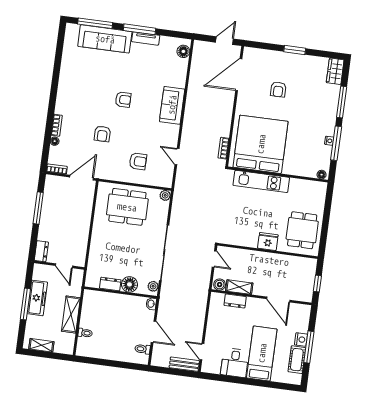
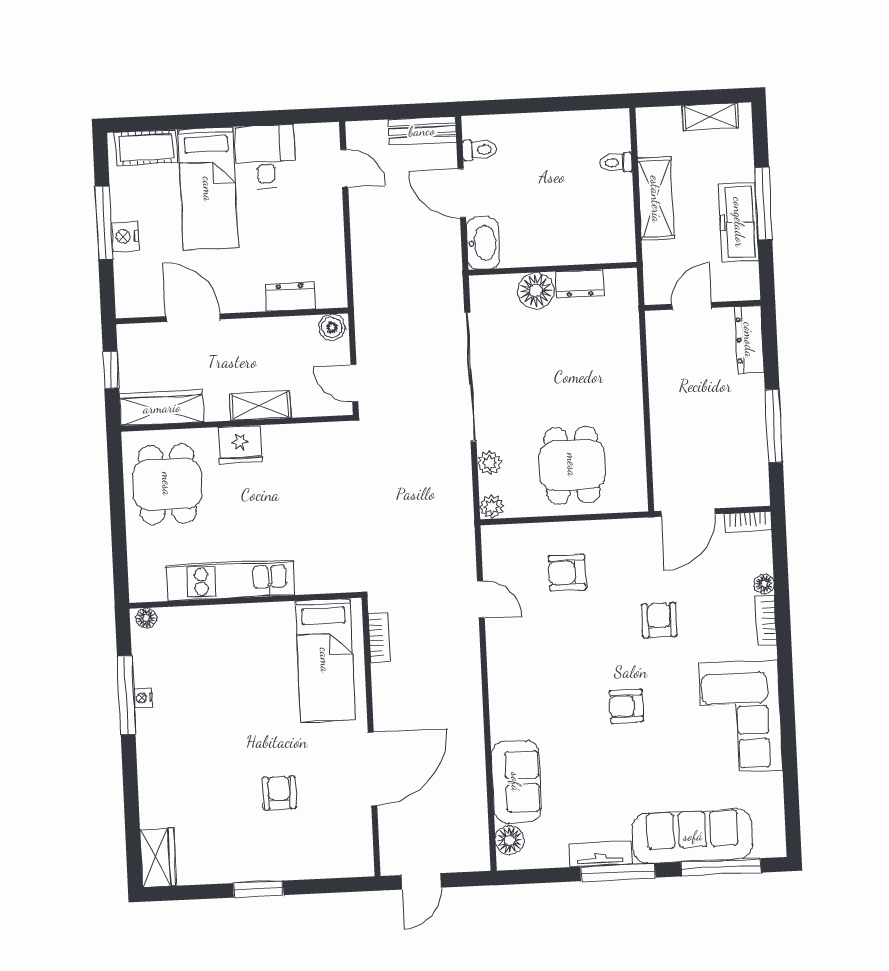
door: (239, 75) -> (373, 769), moved
corner sofa: (75, 86) -> (741, 717), added
window: (342, 102) -> (131, 791), removed
sofa: (172, 105) -> (516, 782), moved
bed: (261, 144) -> (325, 660), width x0.49
kitchen unit: (261, 181) -> (230, 580), moved
dining table: (127, 207) -> (572, 465), width x0.73
dresser: (41, 251) -> (749, 340), width x1.44
wardrobe: (299, 263) -> (162, 408), added
door: (64, 266) -> (692, 306), hinge flipped
plant: (153, 286) -> (489, 463), moved
shelving: (239, 287) -> (260, 406), moved
washbasin: (151, 304) -> (483, 243), width x1.91, depth x1.45
cot: (297, 360) -> (146, 147), moved, turned 90
bench: (184, 364) -> (422, 131), moved

